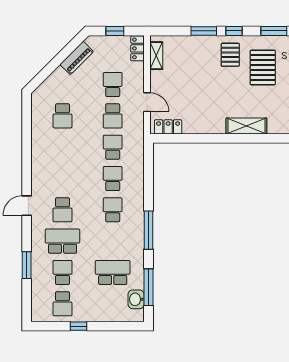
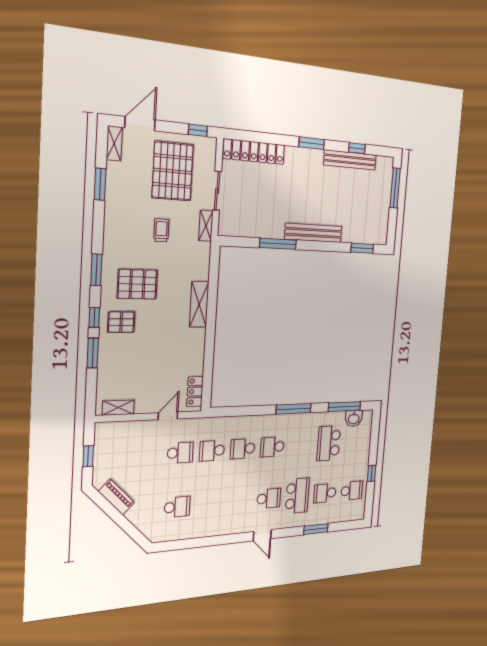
locker: (138, 48) -> (109, 429), removed
school desk: (113, 85) -> (147, 455), removed
school desk: (62, 241) -> (297, 496), turned 180

